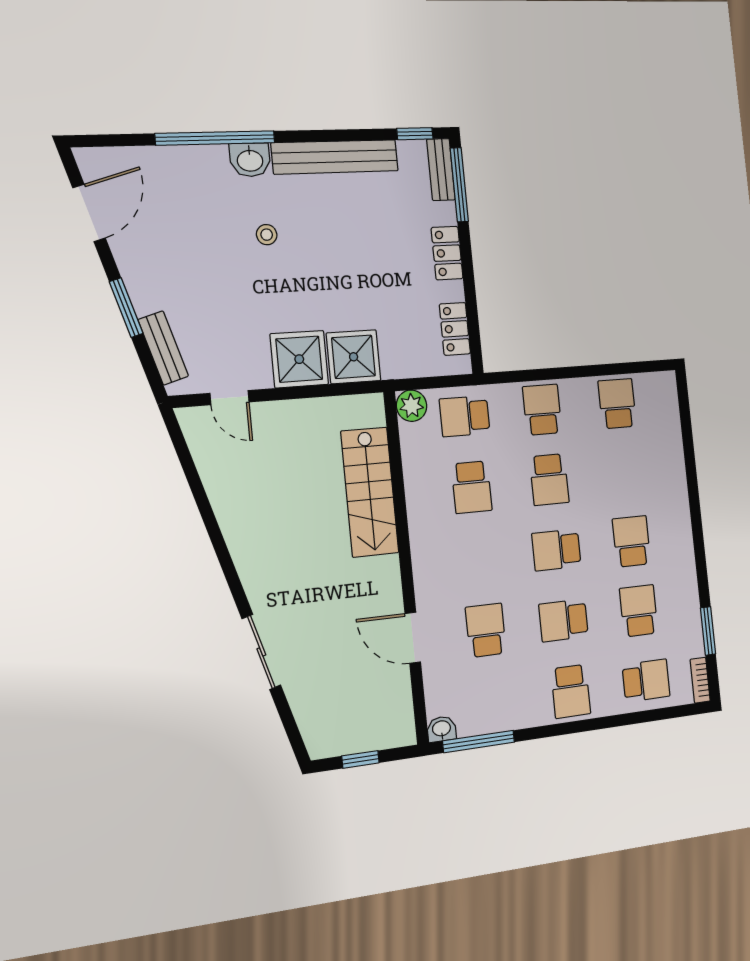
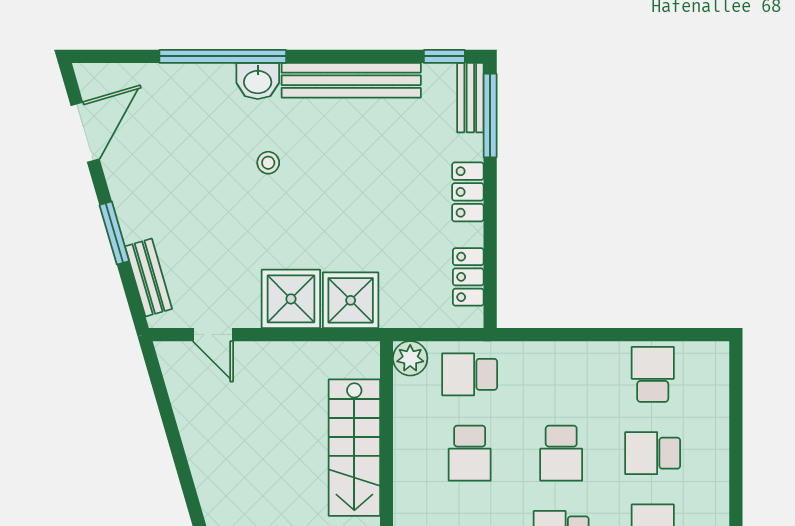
school desk: (542, 410) -> (653, 453), moved, turned -90

